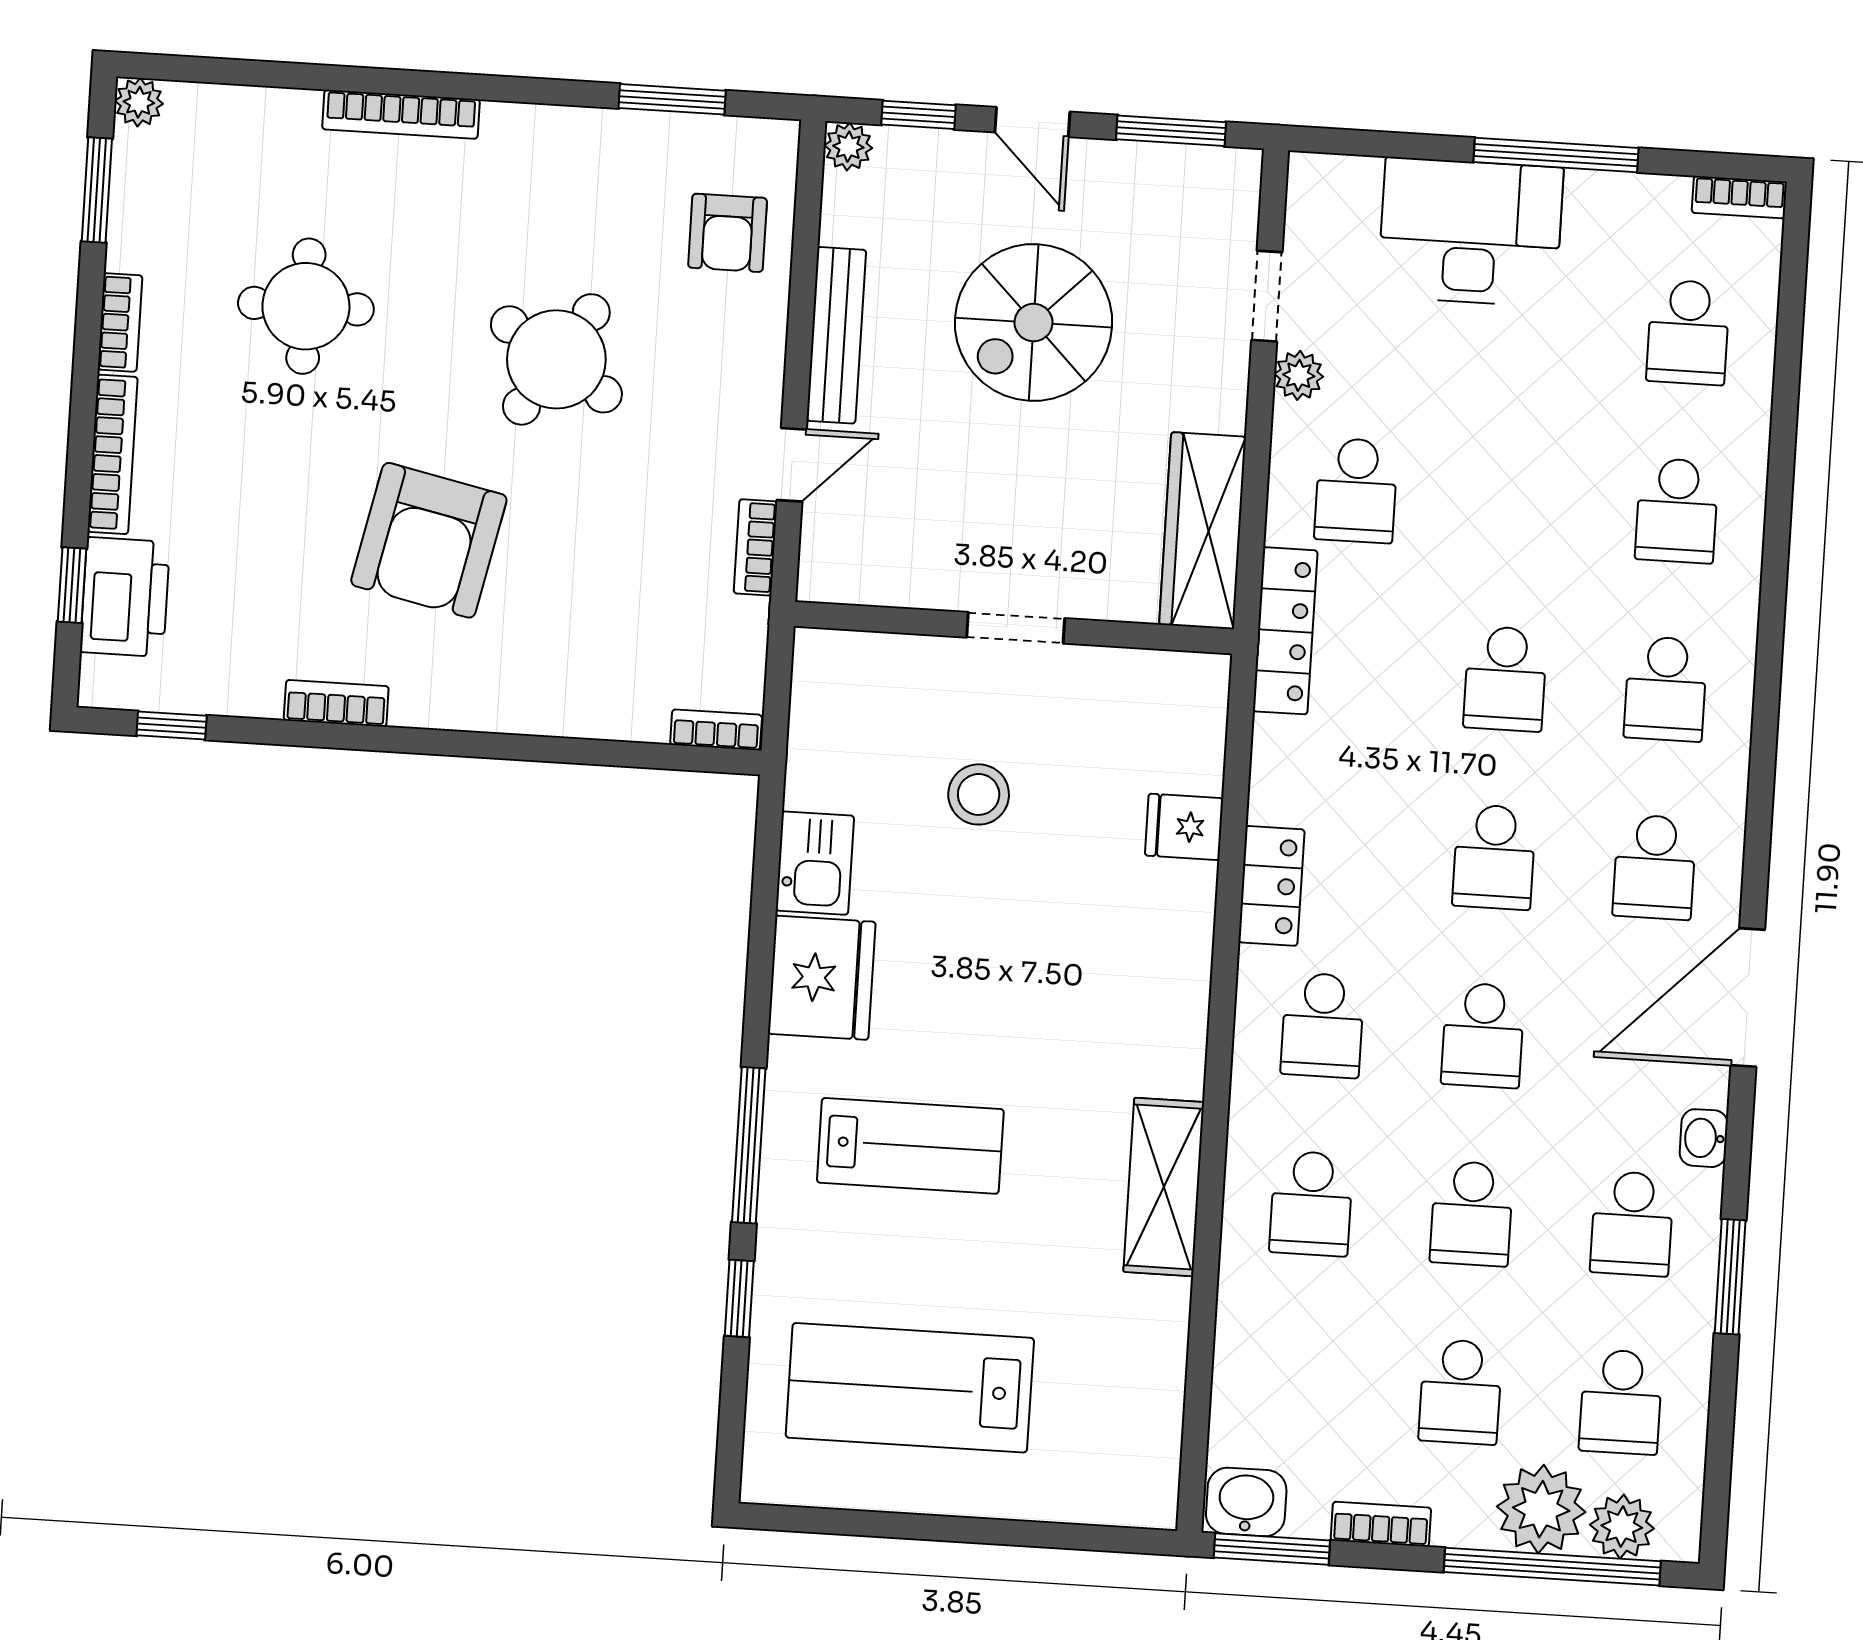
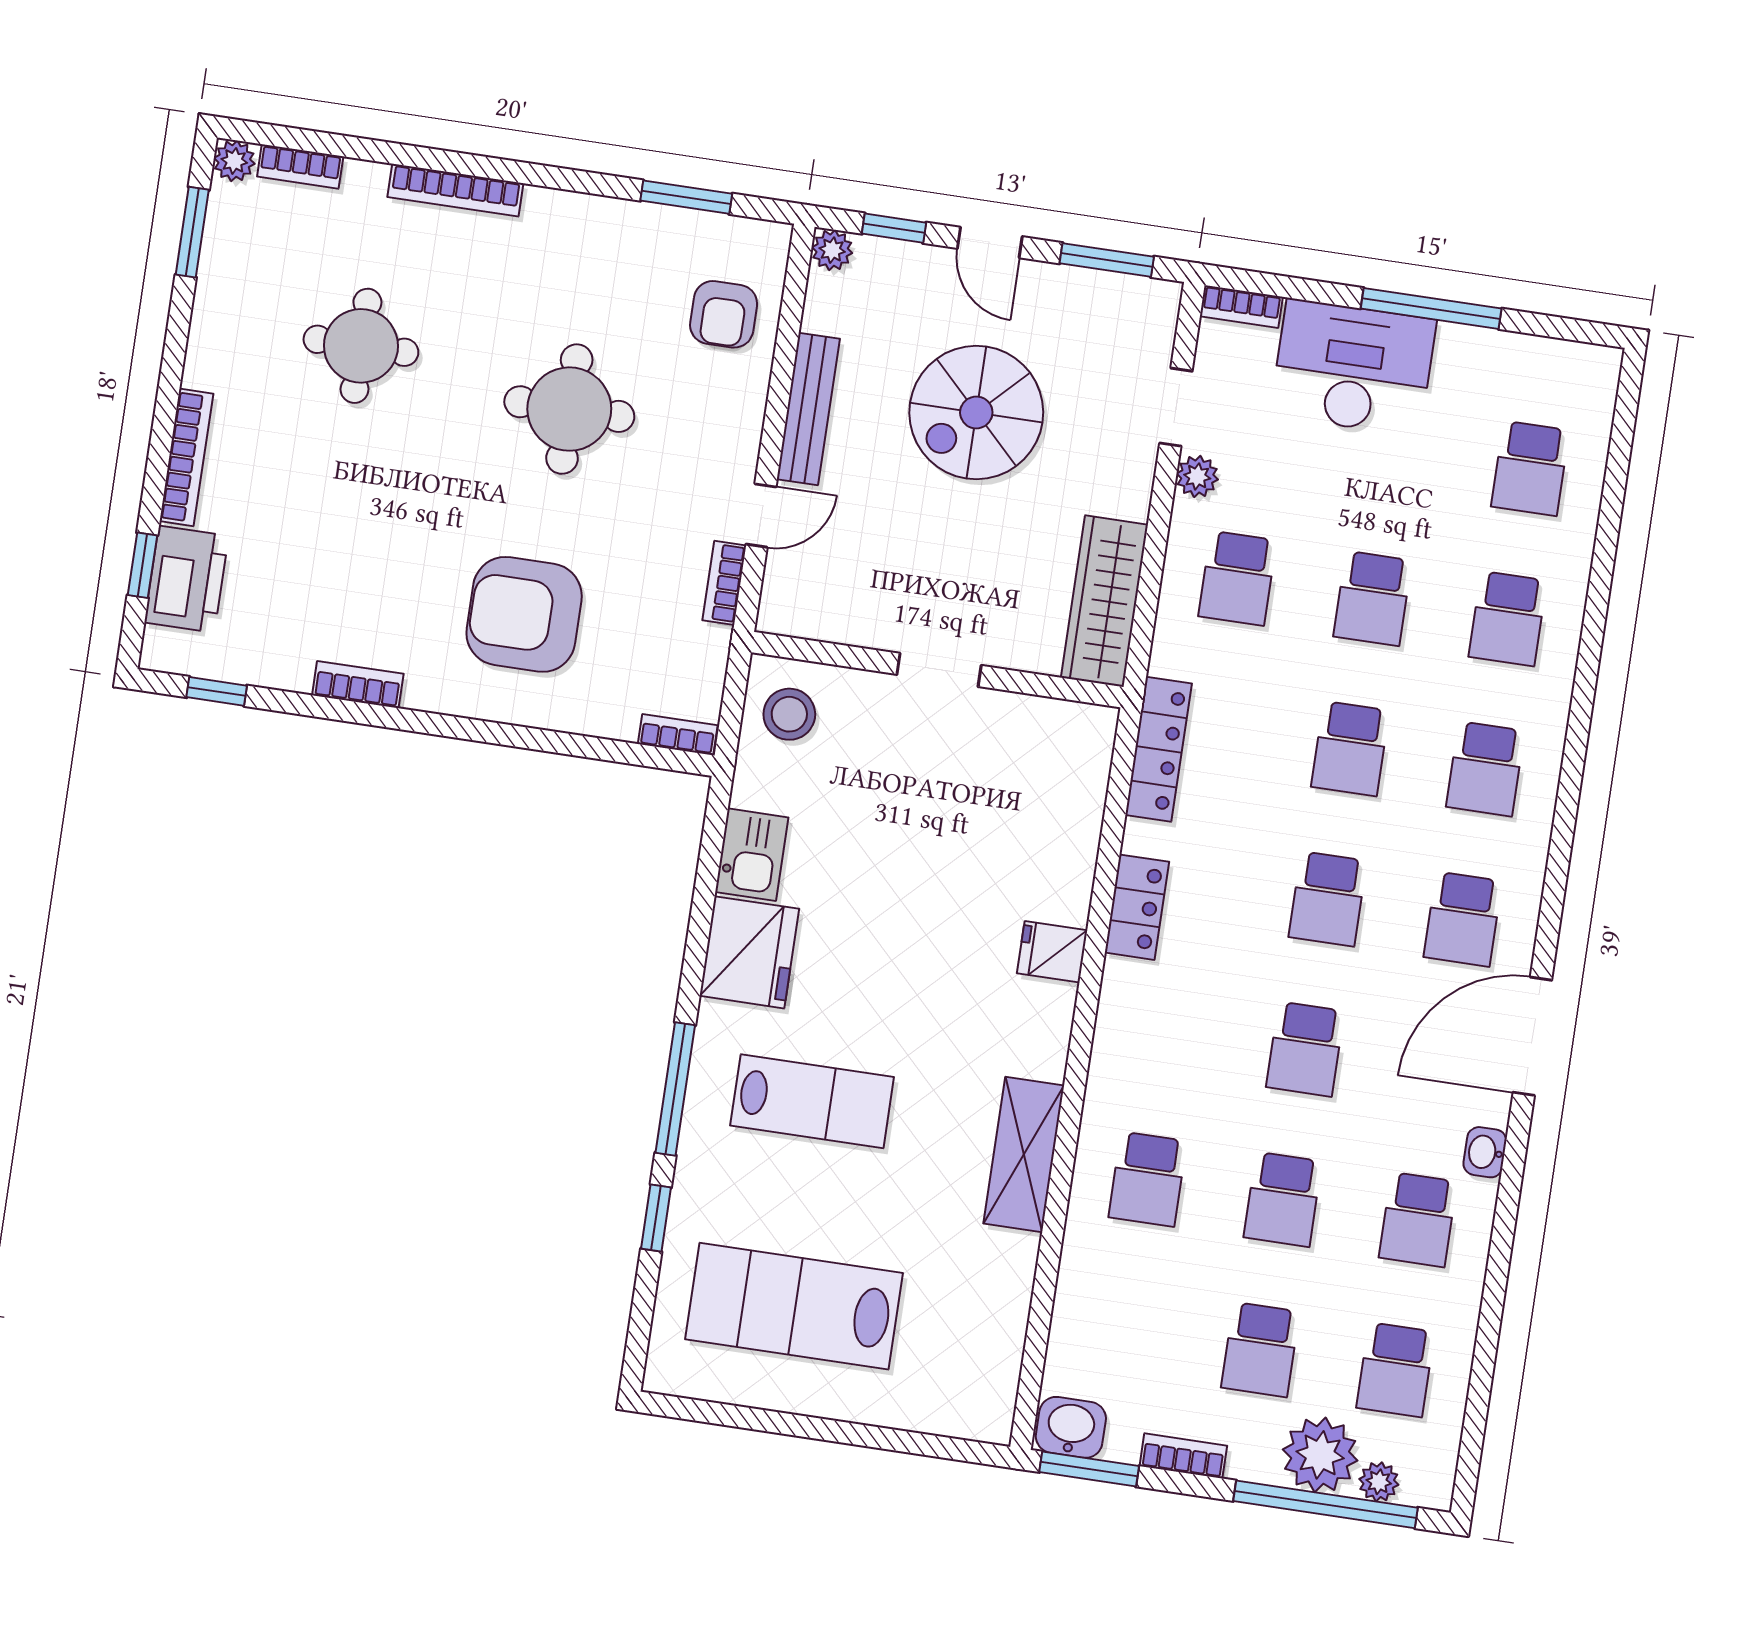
bookcase: (1739, 197) -> (1241, 306), moved
bookcase: (120, 322) -> (300, 166), moved, turned 90
round table: (556, 359) -> (569, 409), turned -33
armchair: (429, 540) -> (524, 614), moved, turned 78
locker: (1285, 631) -> (1159, 749), moved
stool: (979, 794) -> (789, 714), moved
fridge: (1184, 827) -> (1052, 952), moved
school desk: (1322, 1025) -> (1373, 598), moved
window: (1730, 1277) -> (1497, 1272), removed
plant: (1622, 1527) -> (1379, 1482), width x0.73, depth x0.73

